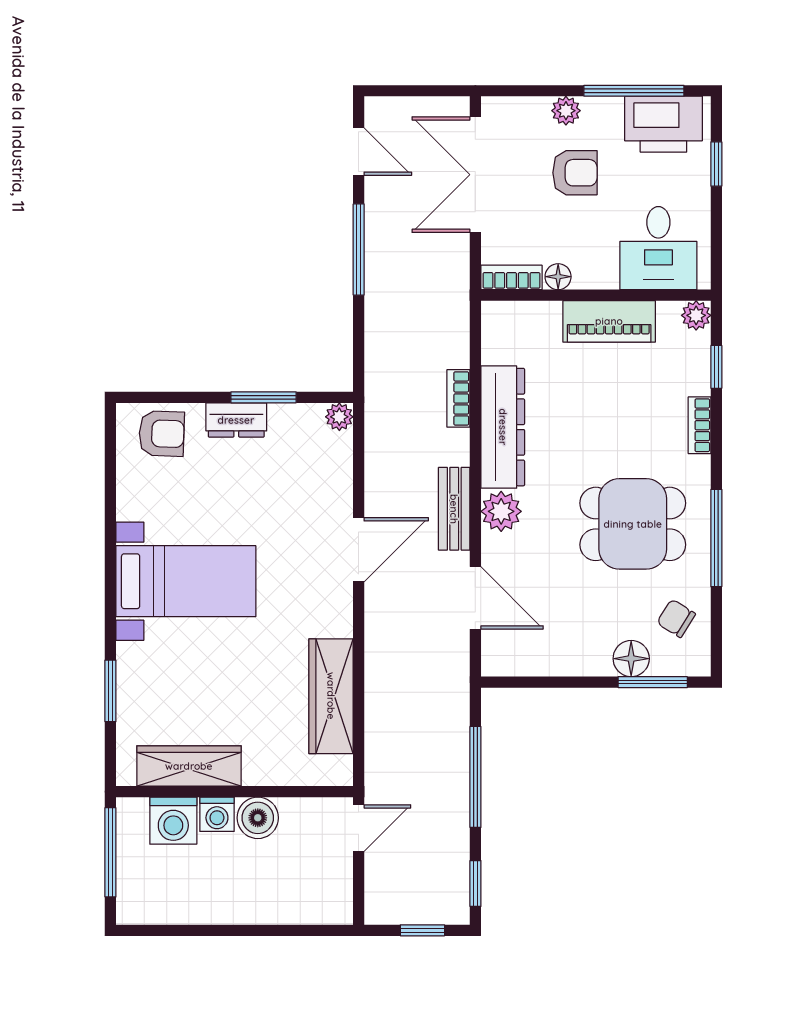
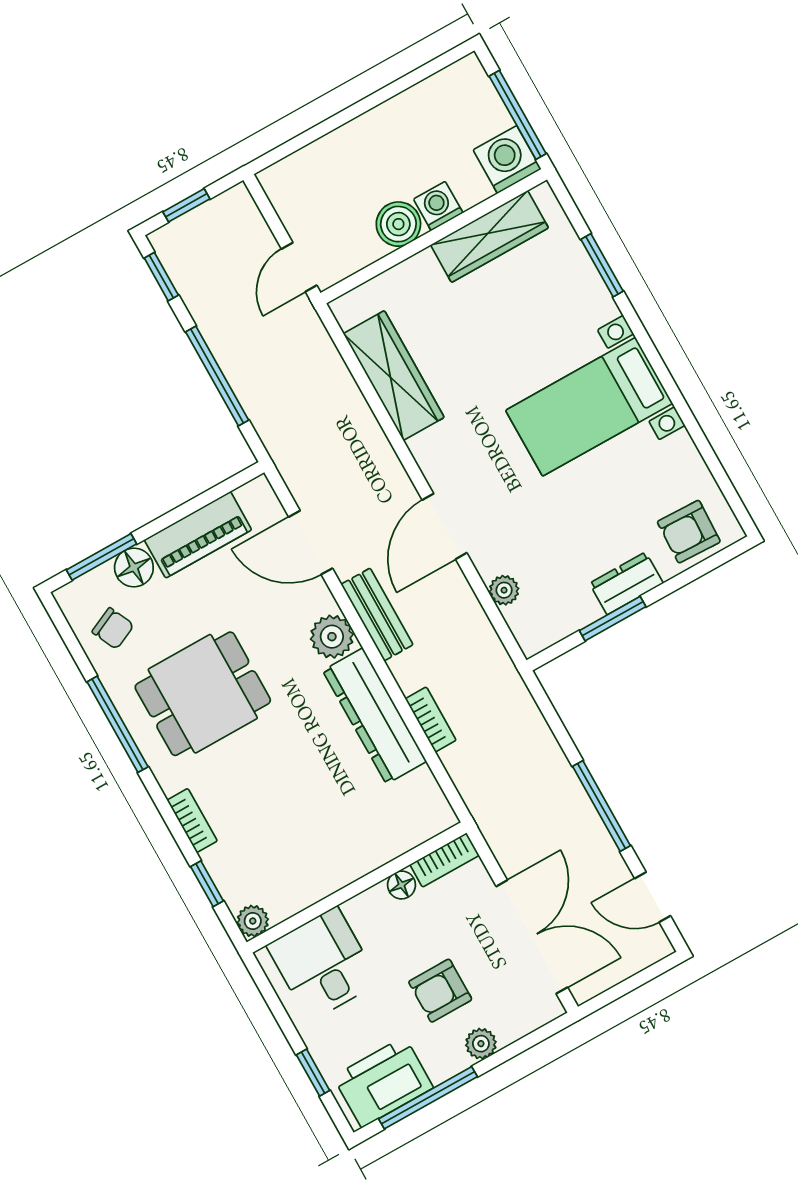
piano: (609, 321) -> (198, 535), moved, turned 180
plant: (339, 417) -> (504, 590), moved
chair: (676, 618) -> (113, 628), turned 33
washing machine: (173, 821) -> (507, 160), moved

